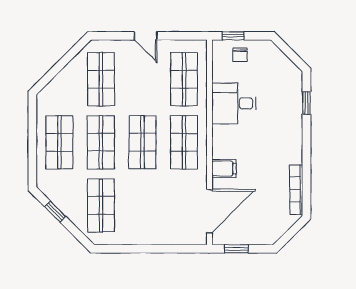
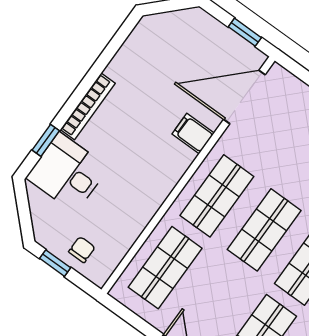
window: (233, 36) -> (55, 263), moved
desk: (234, 103) -> (67, 173), moved, turned 180
bookcase: (296, 190) -> (88, 106), moved

